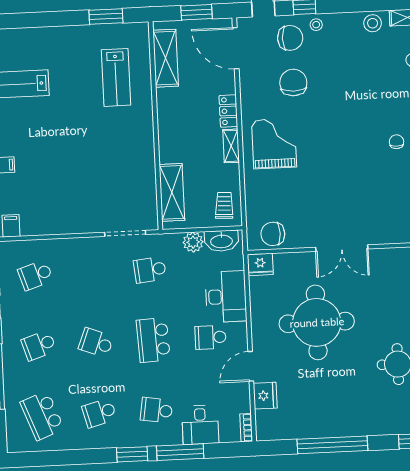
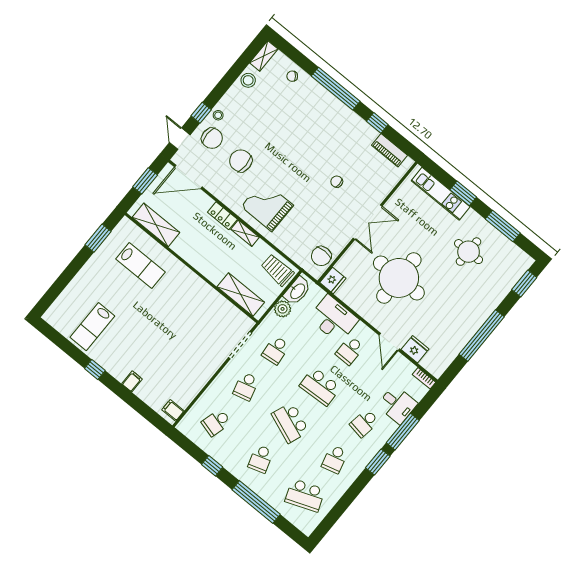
chair: (290, 38) -> (212, 138), turned 90
chair: (396, 142) -> (337, 182), moved
trolley: (224, 205) -> (277, 270), width x1.36, depth x1.39
school desk: (93, 273) -> (246, 386), added
school desk: (36, 275) -> (216, 422), turned 33
school desk: (96, 343) -> (290, 423), width x1.85

